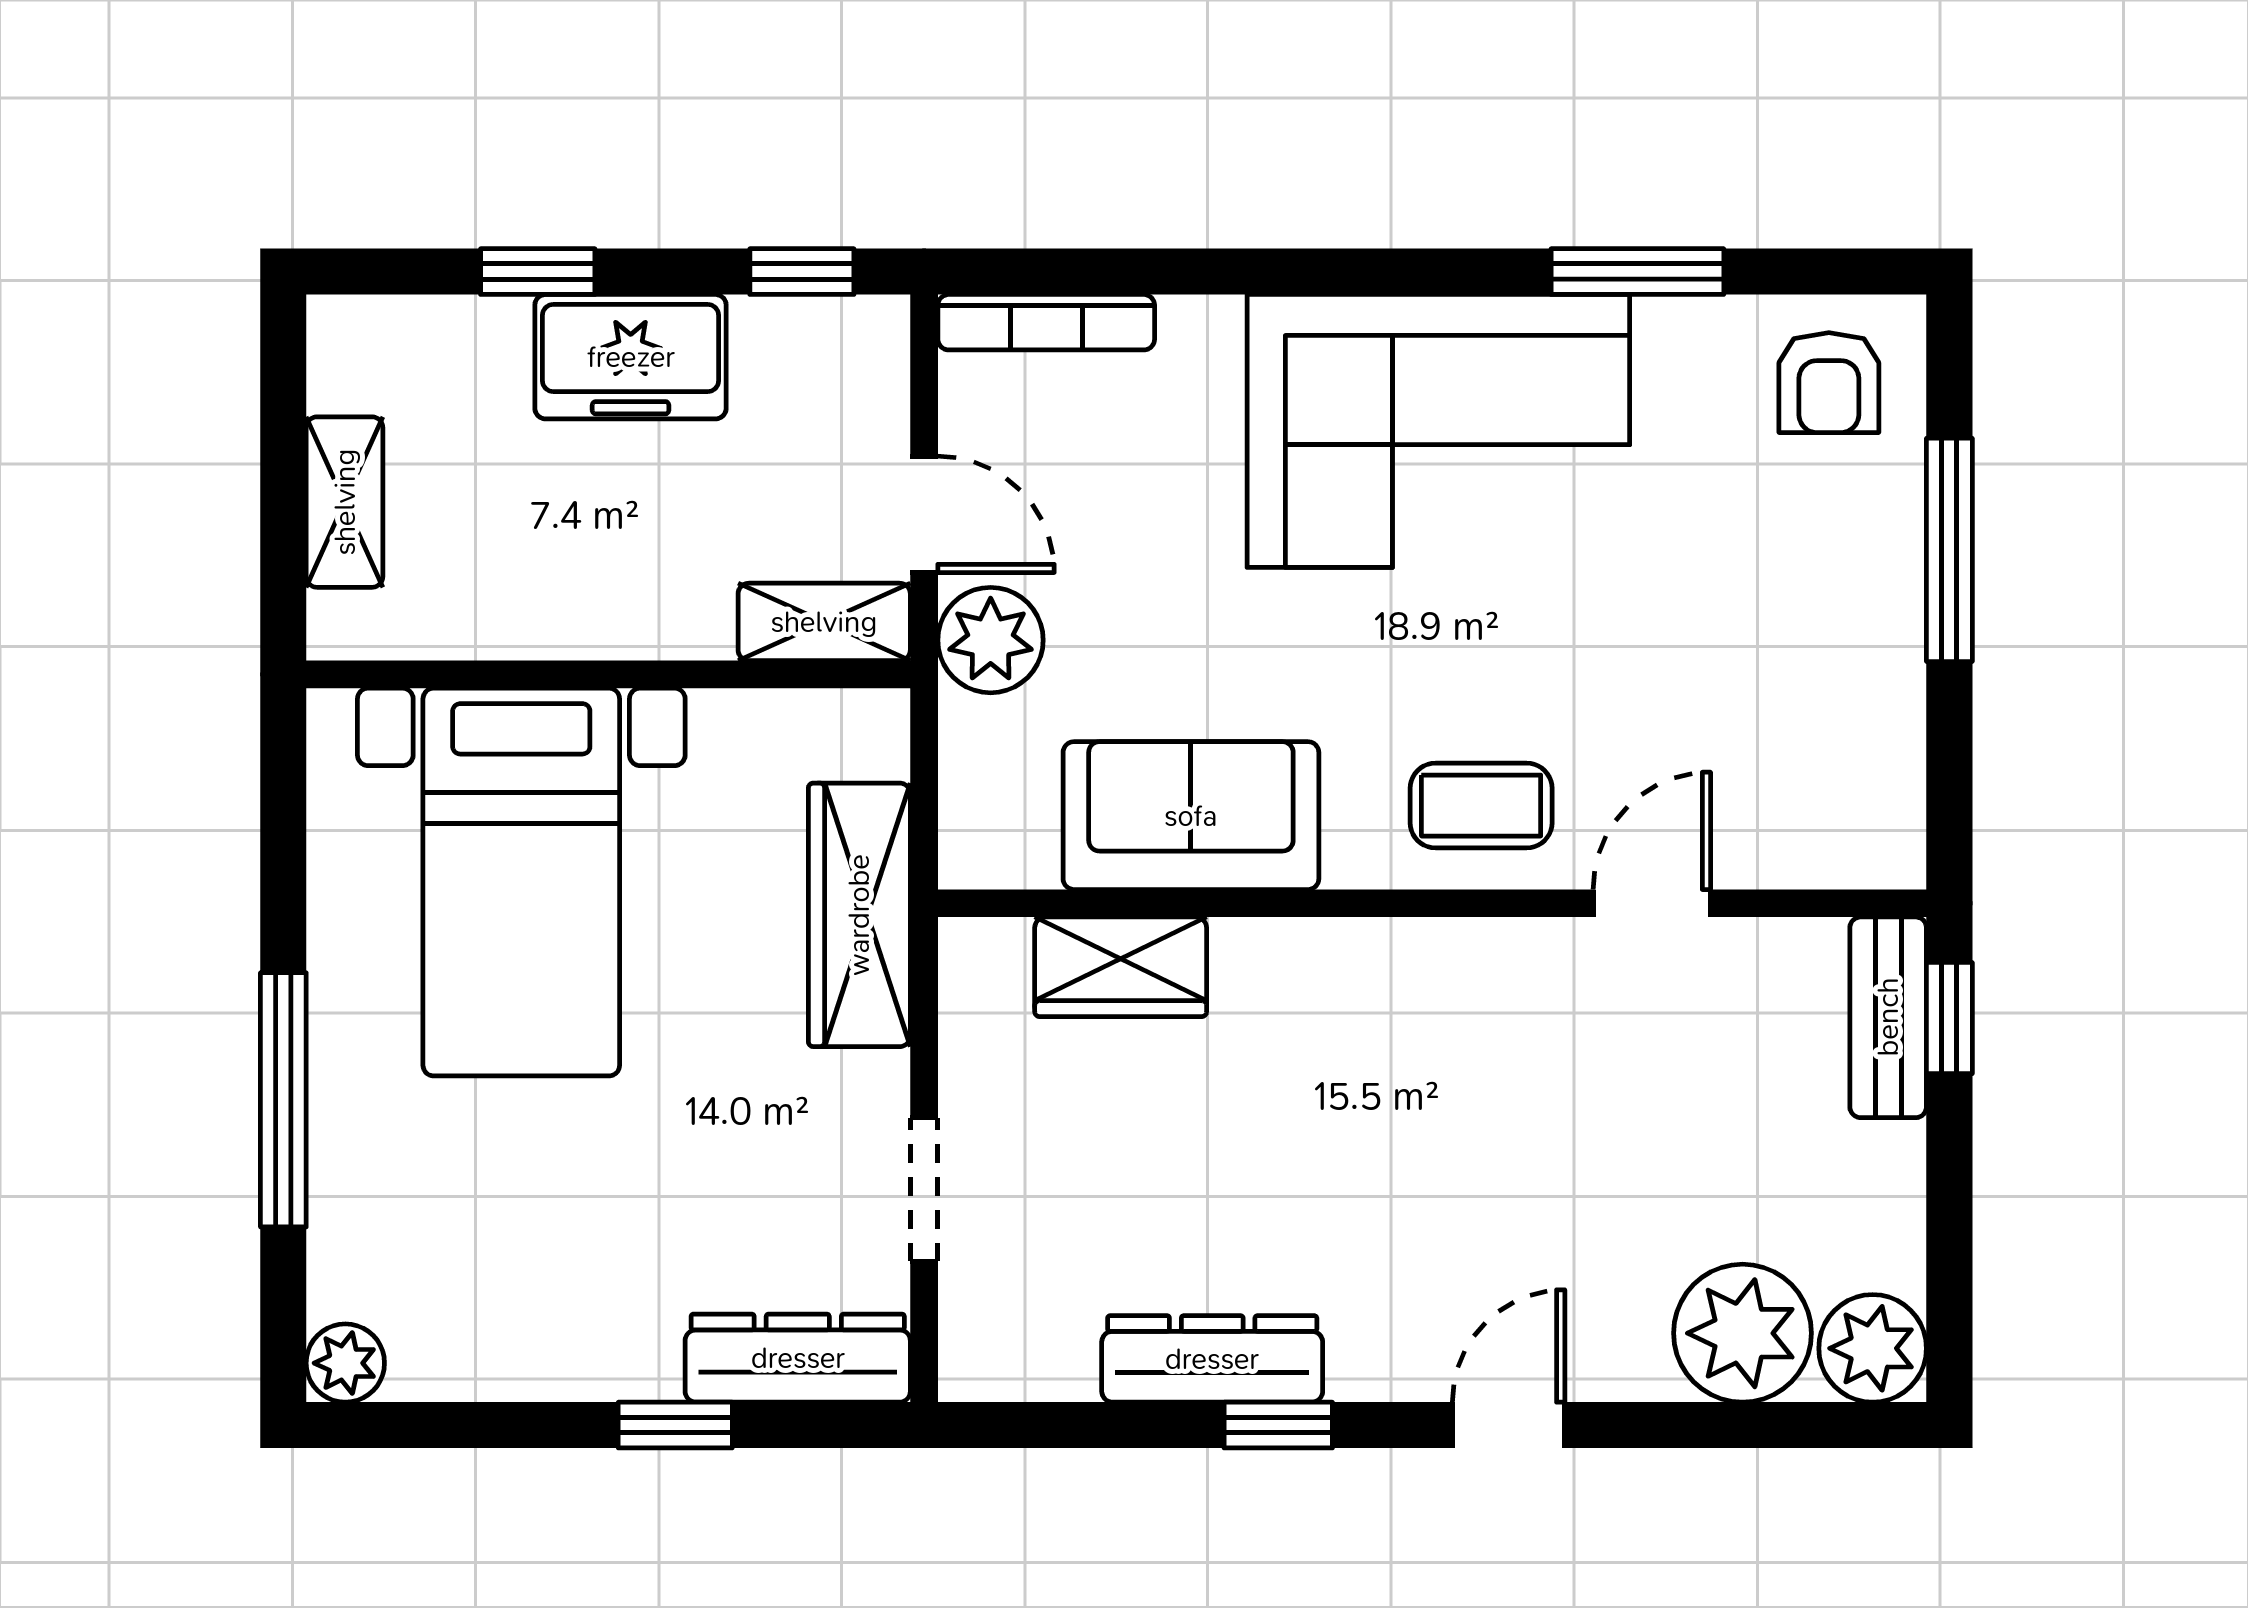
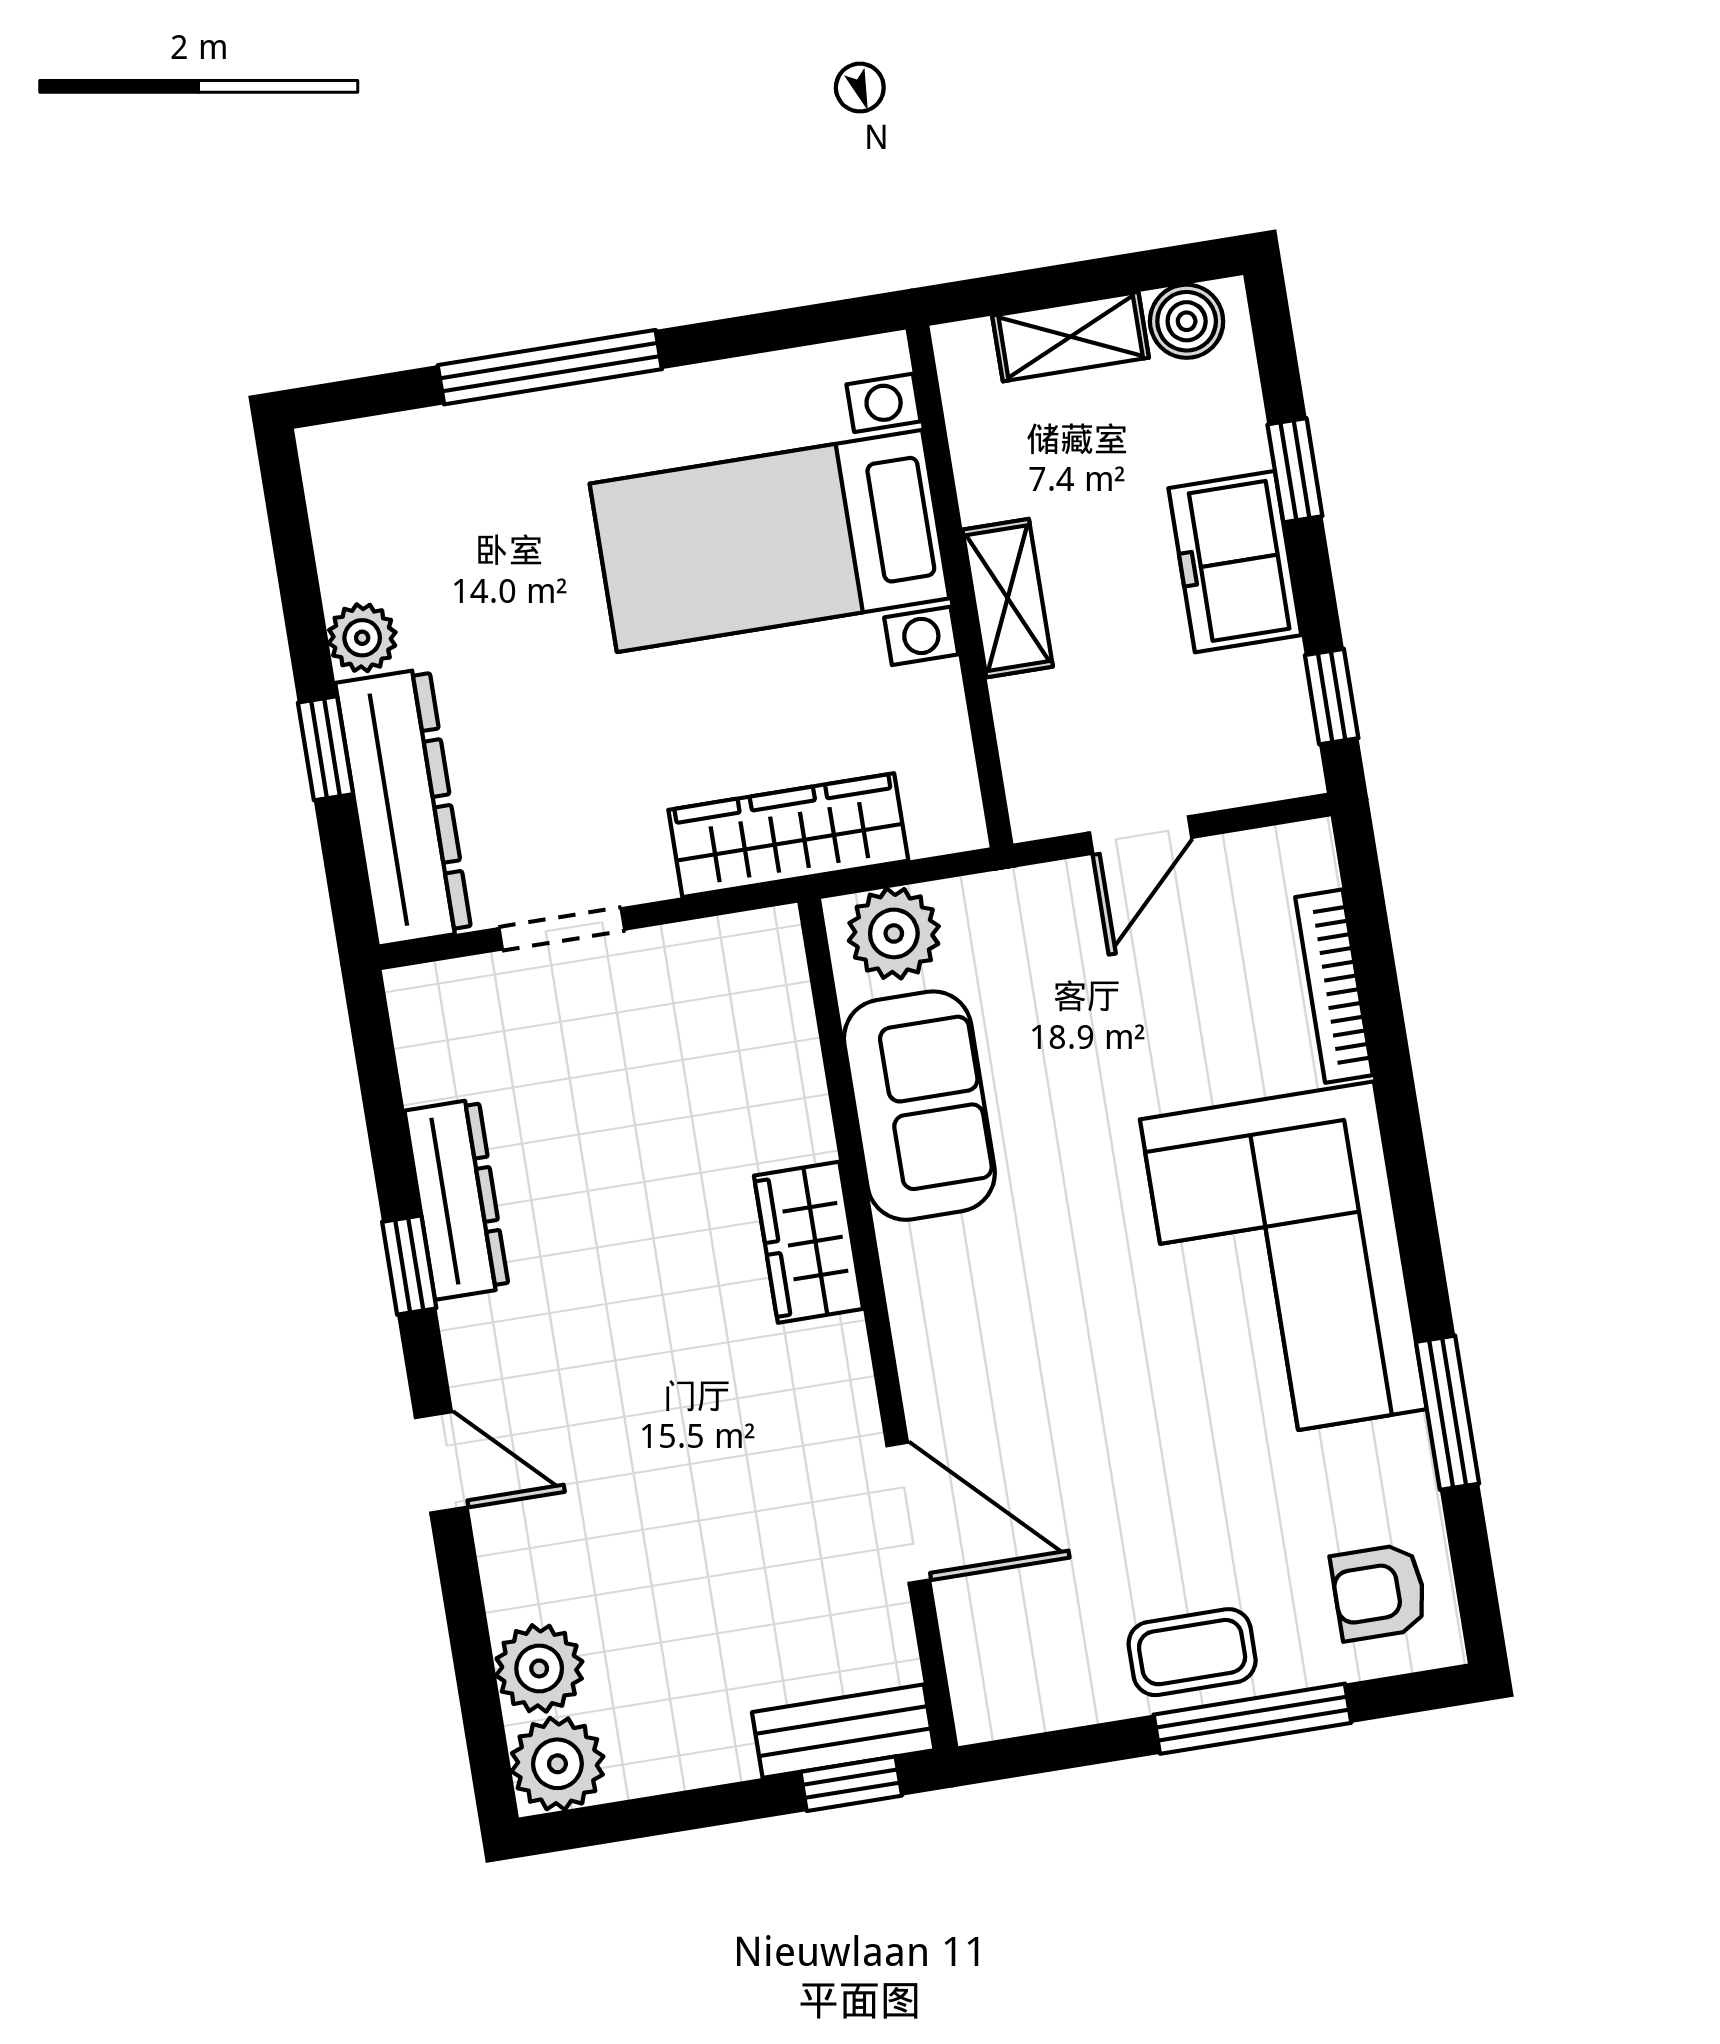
bookcase: (1046, 322) -> (1334, 986), moved
boiler: (348, 367) -> (1187, 321), added
shelving: (824, 622) -> (1008, 598), moved
plant: (991, 640) -> (894, 933), moved
coffee table: (1481, 806) -> (1192, 1652), moved, turned 90
door: (1652, 903) -> (908, 1513), width x1.38
wardrobe: (1121, 967) -> (809, 1242), moved
plant: (1743, 1333) -> (539, 1668), width x0.73, depth x0.73
dresser: (798, 1358) -> (403, 807), width x1.37, depth x1.24
plant: (345, 1363) -> (362, 638), moved

